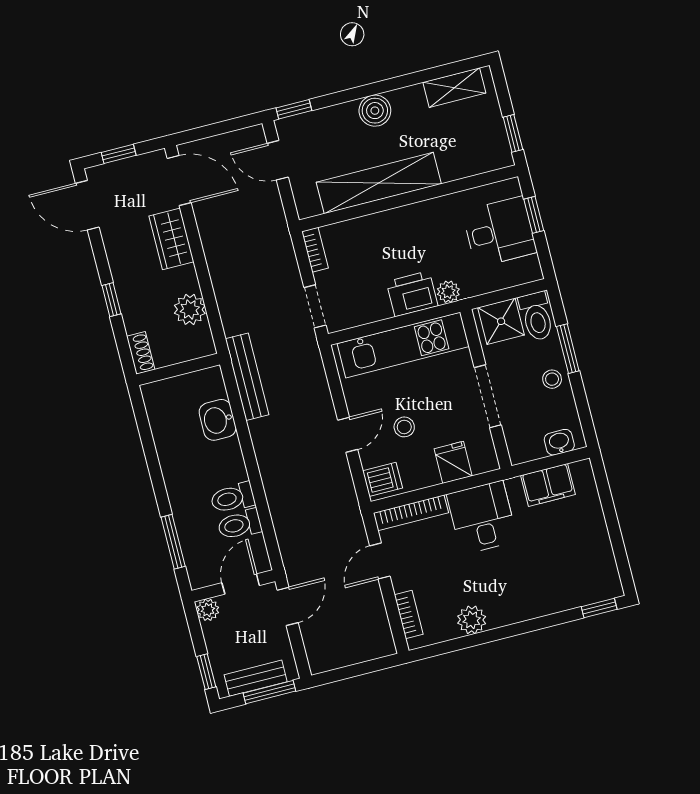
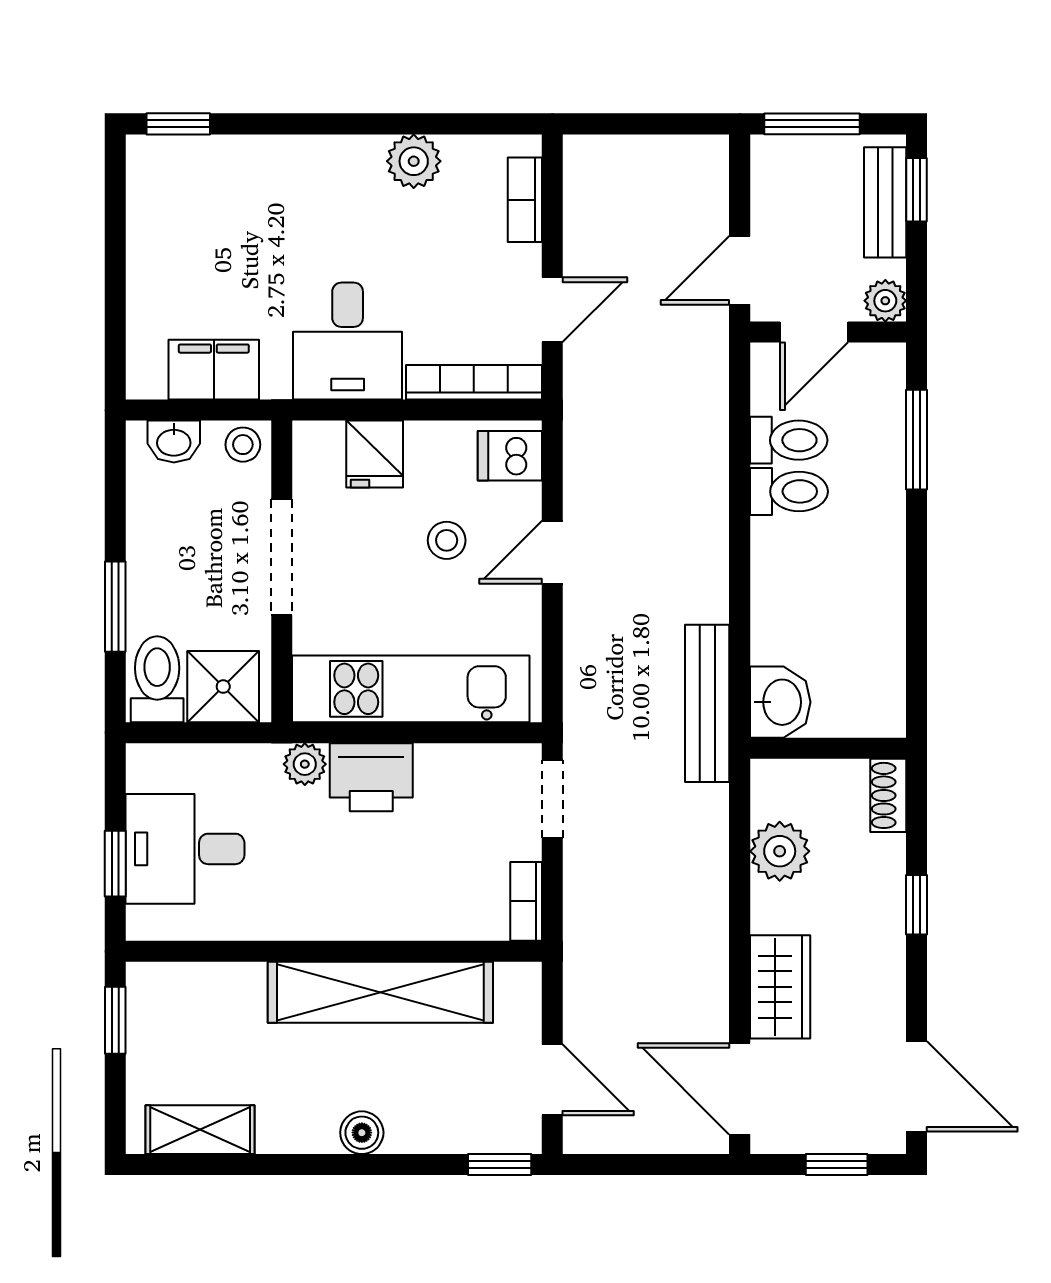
boiler: (375, 111) -> (362, 1133), width x0.73, depth x0.73
stool: (552, 379) -> (243, 445), moved
washbasin: (218, 420) -> (780, 702), moved
bench: (256, 678) -> (885, 202), moved, turned 90

